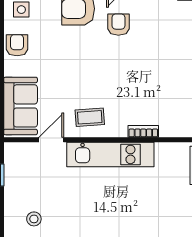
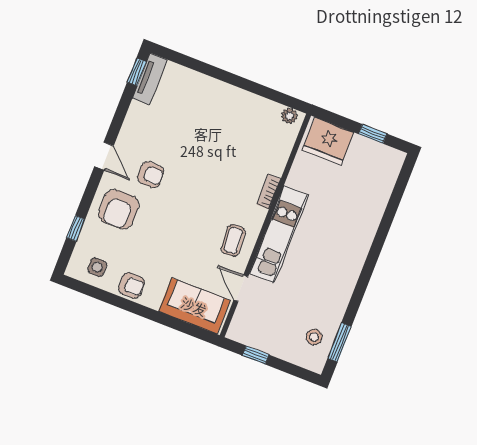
armchair: (118, 25) -> (151, 175), turned 180
armchair: (17, 45) -> (131, 286), turned 180

